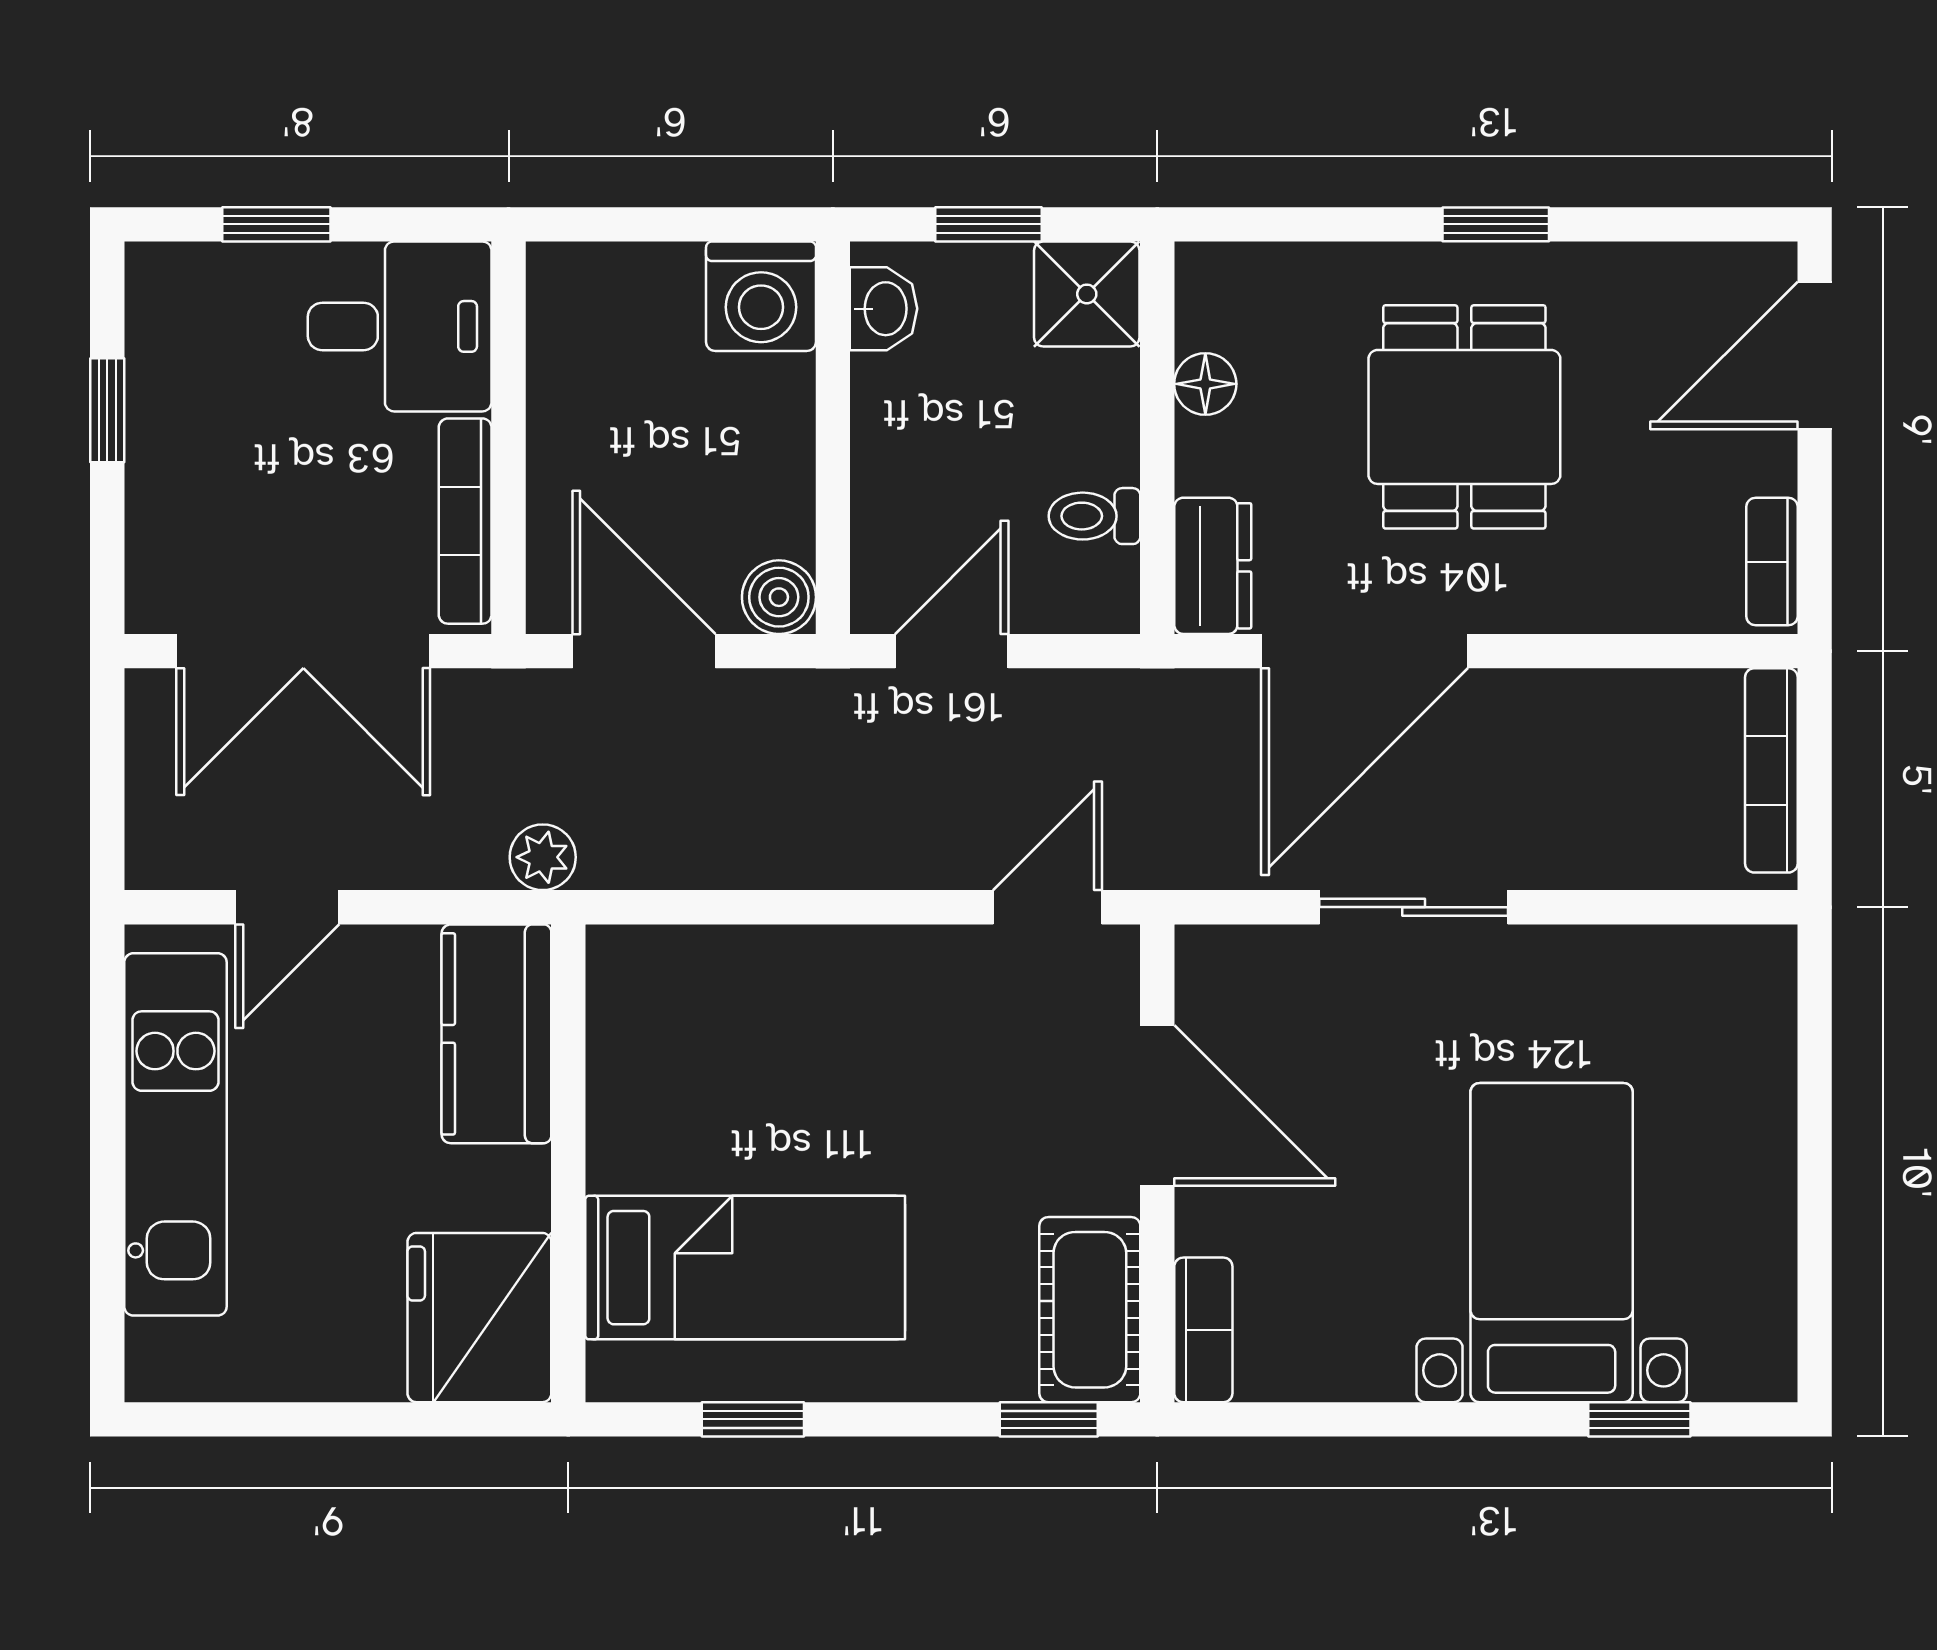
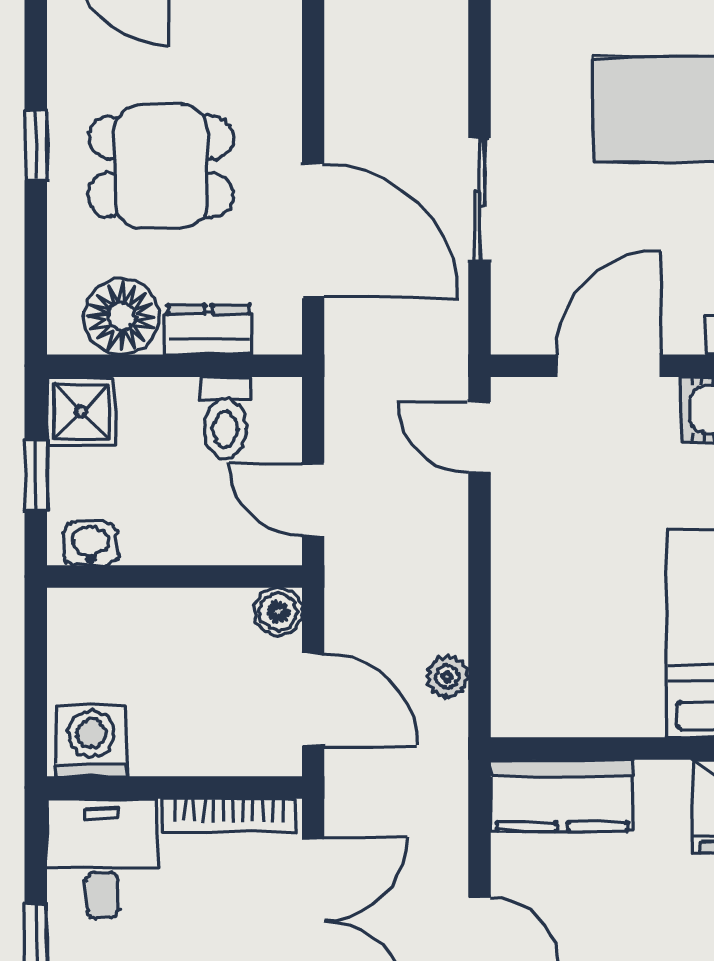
washing machine: (761, 296) -> (91, 741), moved, turned -90
floor lamp: (1205, 384) -> (122, 317), width x1.89, depth x1.89
toilet: (1094, 516) -> (225, 418), width x1.37, depth x1.39
dresser: (1213, 566) -> (208, 330), moved
door: (644, 651) -> (313, 699), swing flipped
plant: (543, 857) -> (447, 677), moved

